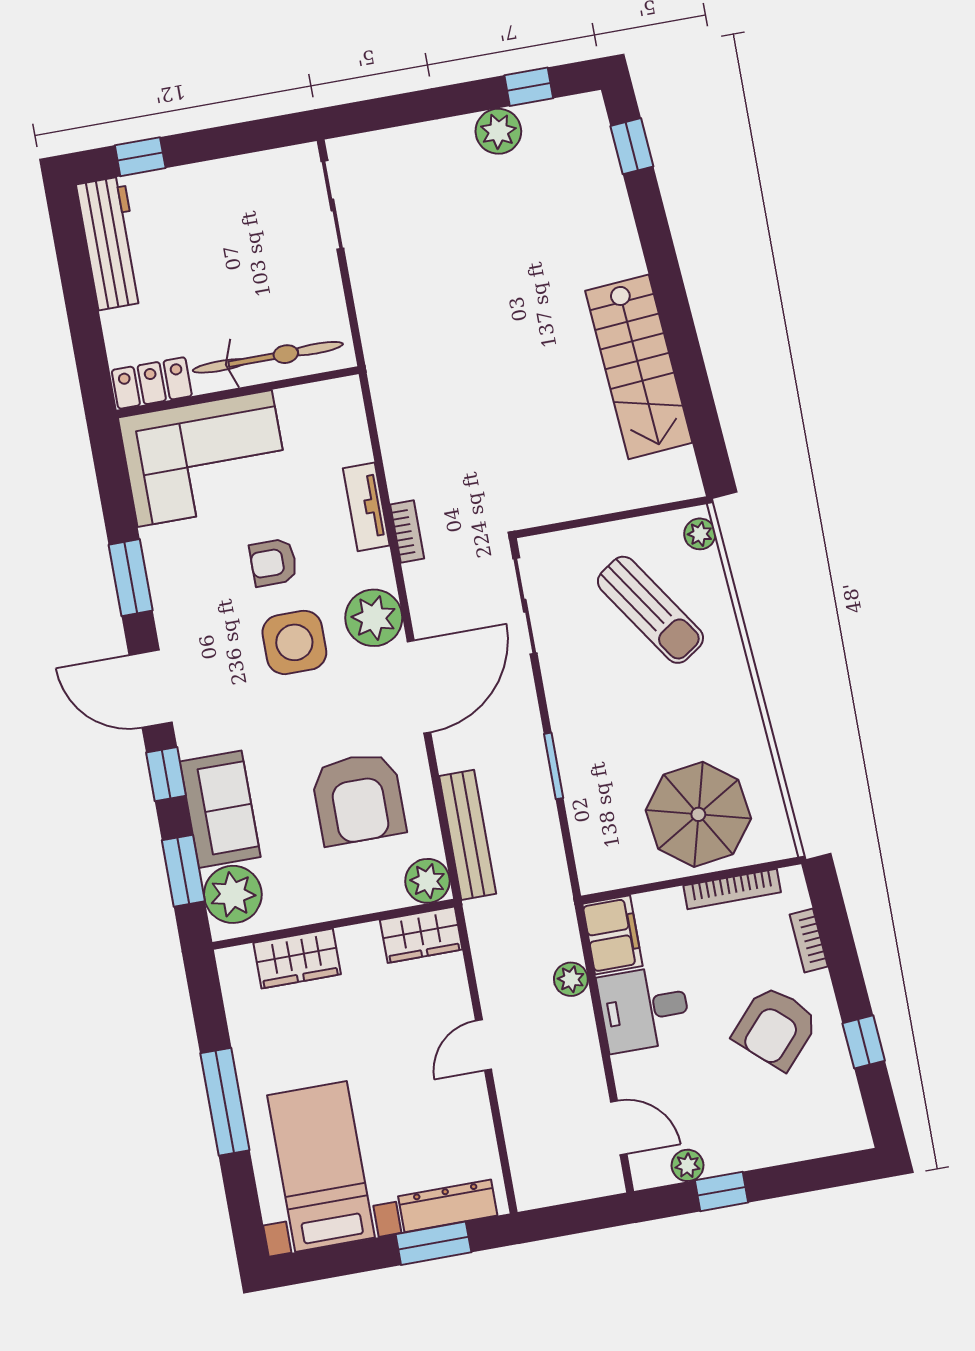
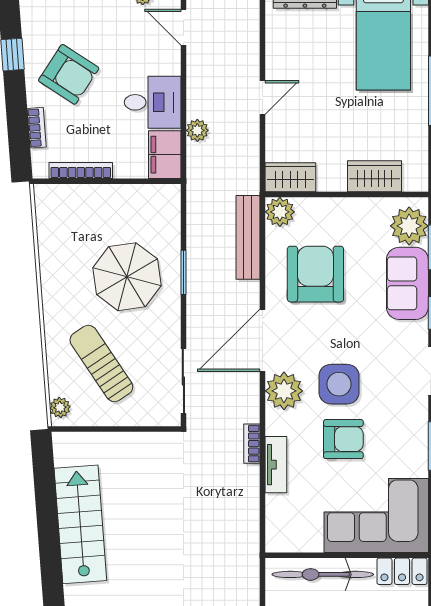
armchair: (273, 562) -> (343, 439), width x1.38, depth x1.38
parasol: (698, 814) -> (127, 277), moved
armchair: (776, 1028) -> (69, 74), turned 81

